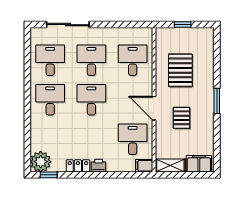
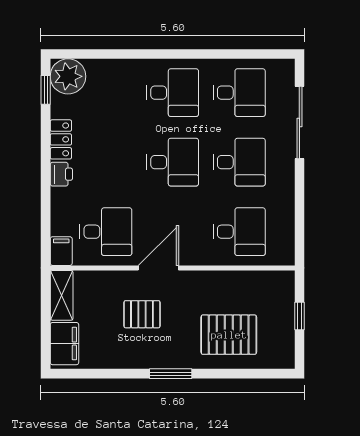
pallet: (180, 70) -> (229, 335), moved

